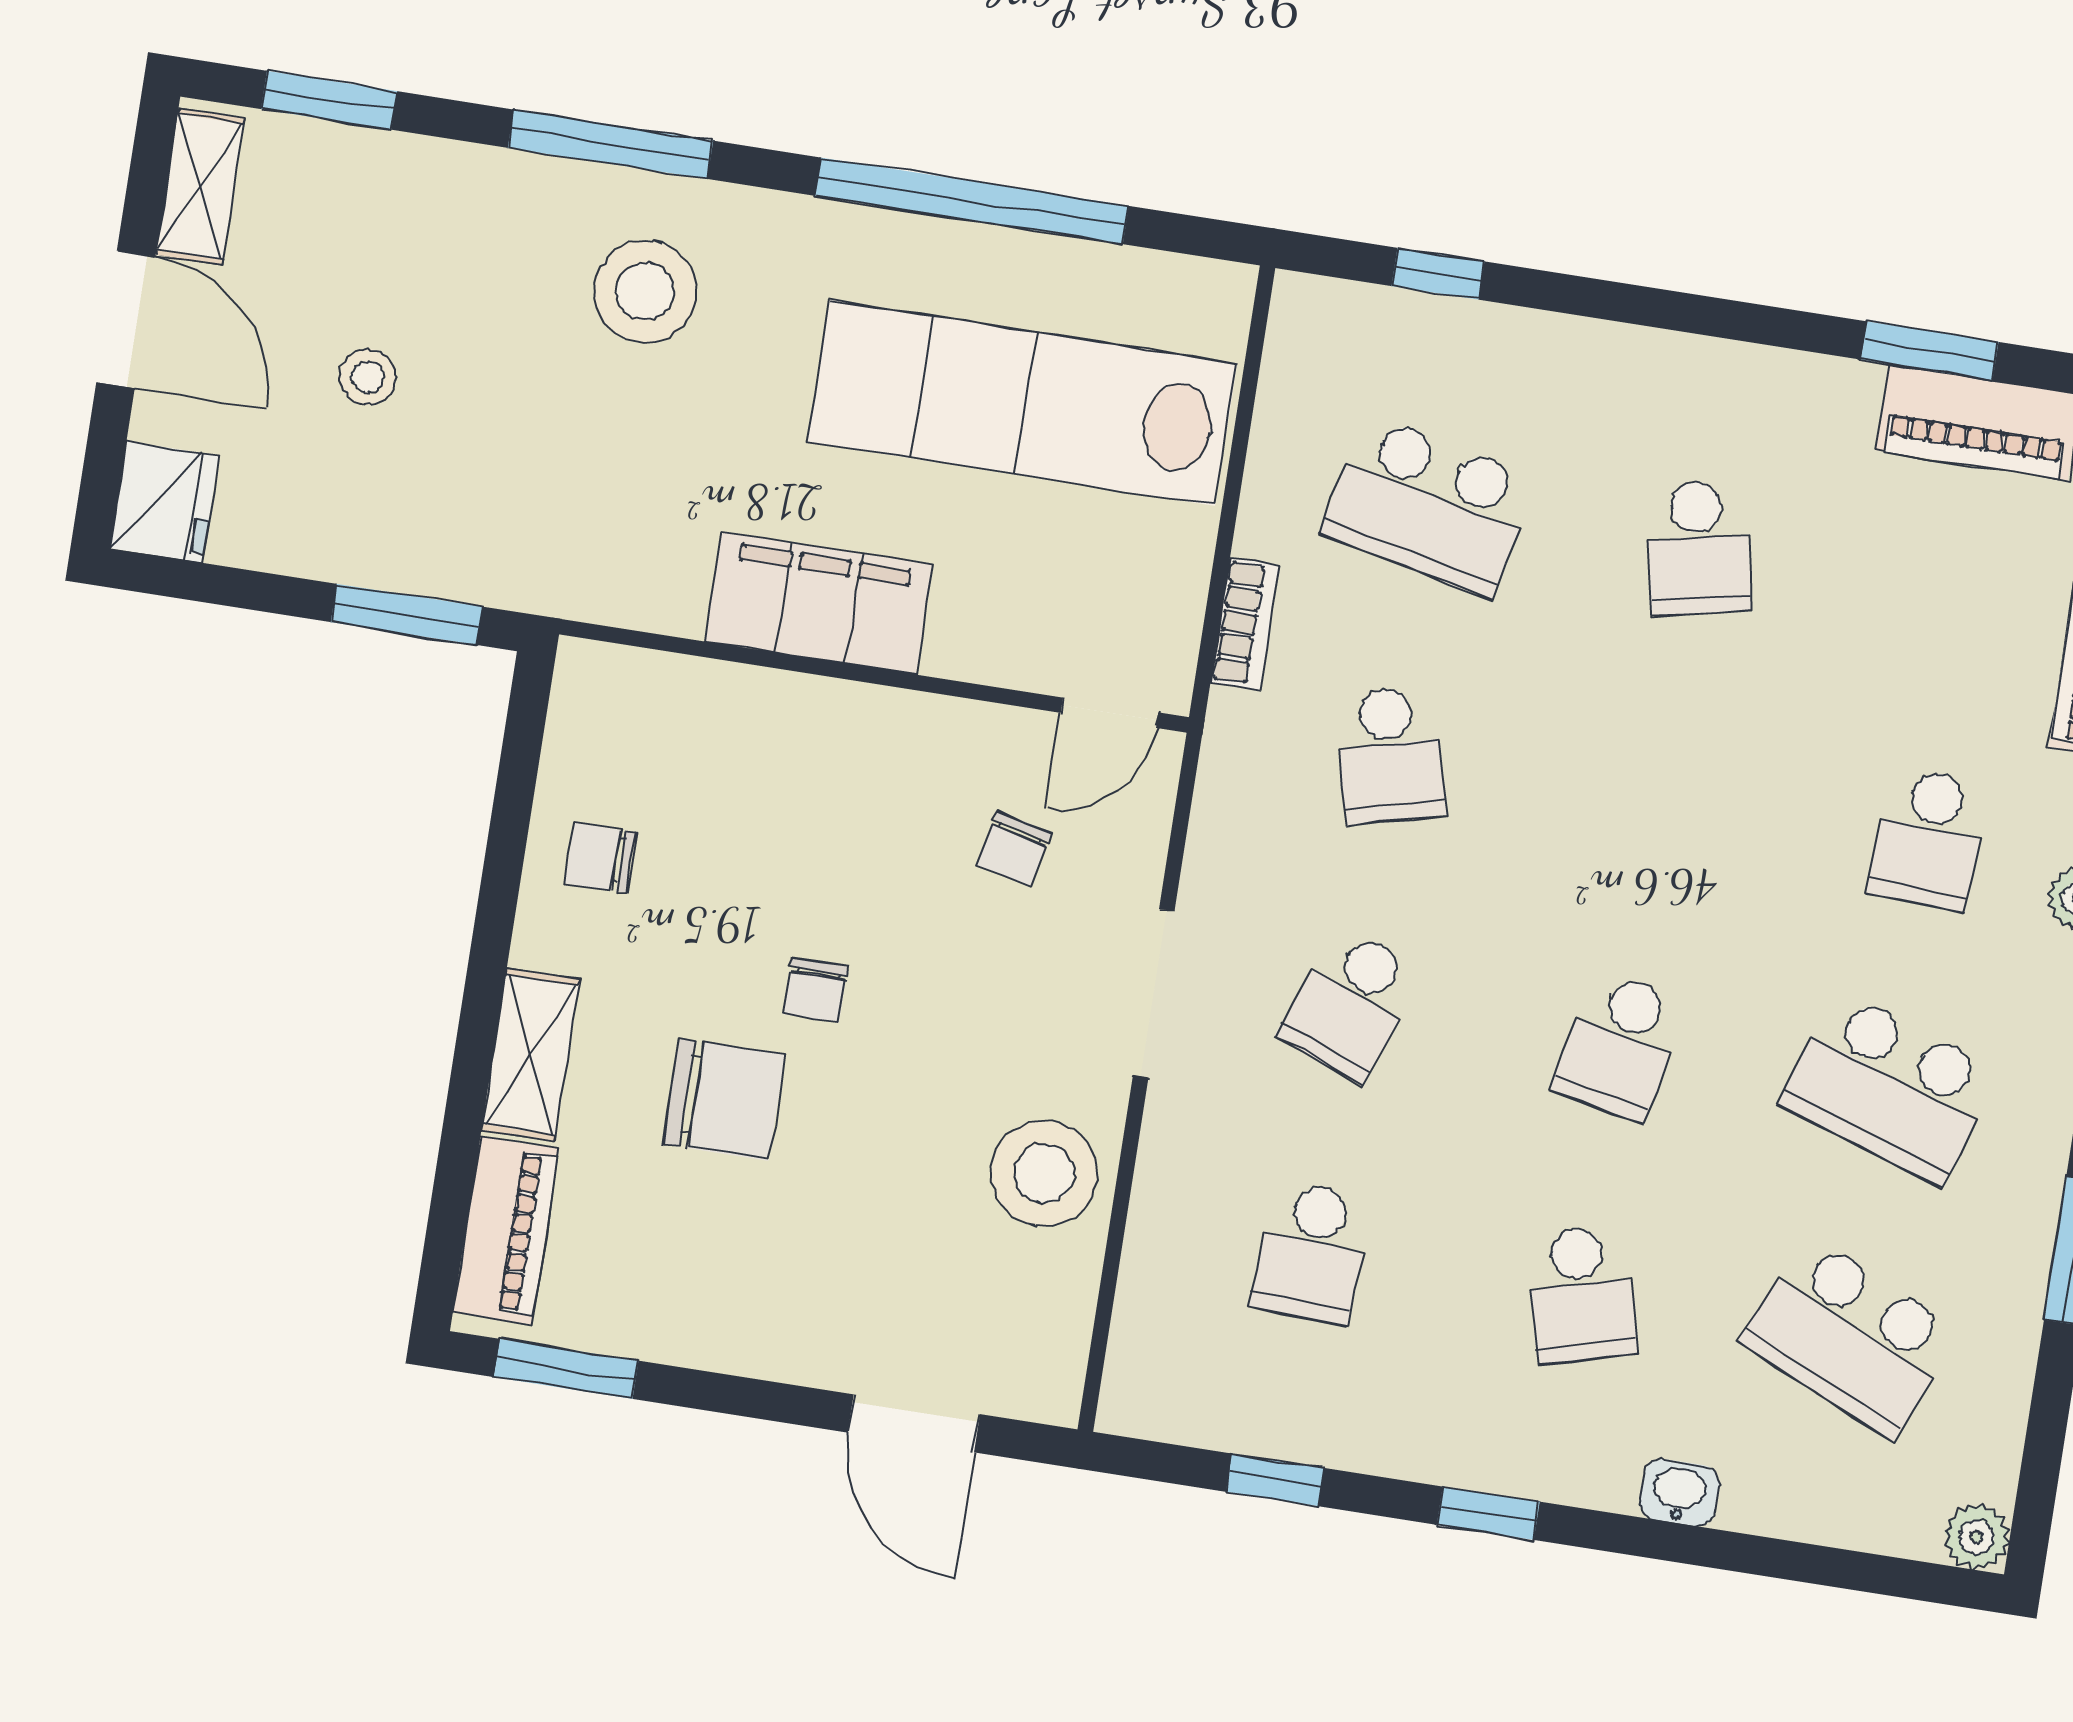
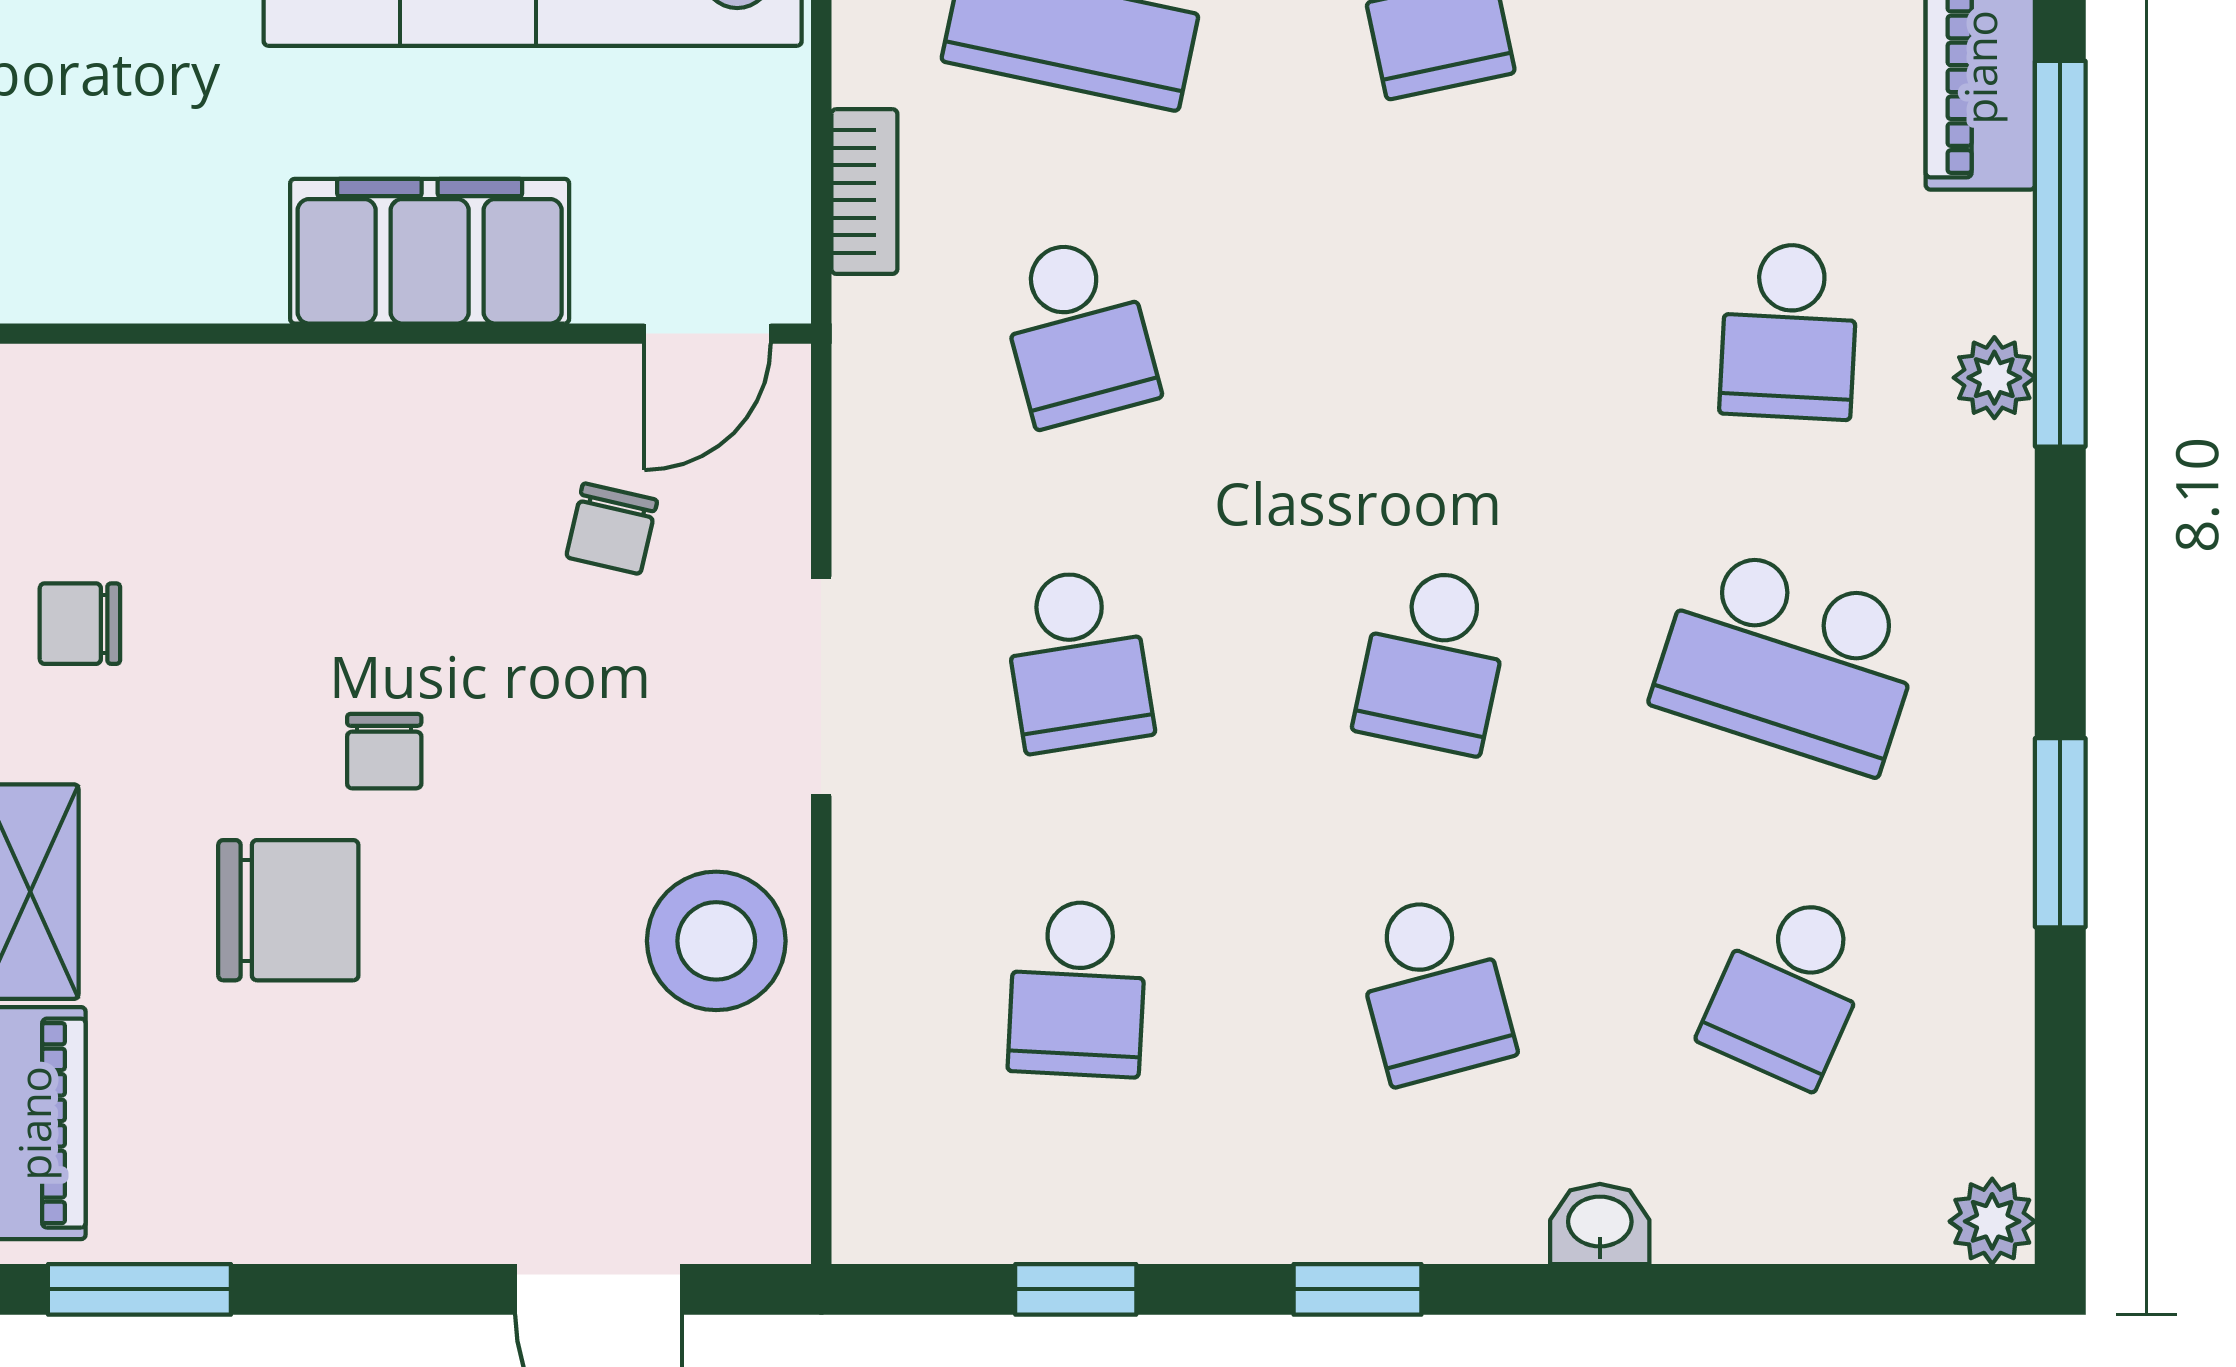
filing cabinet: (819, 603) -> (430, 251), moved
school desk: (1351, 1003) -> (1077, 660), turned -30
school desk: (1851, 1337) -> (1789, 989), width x0.54

